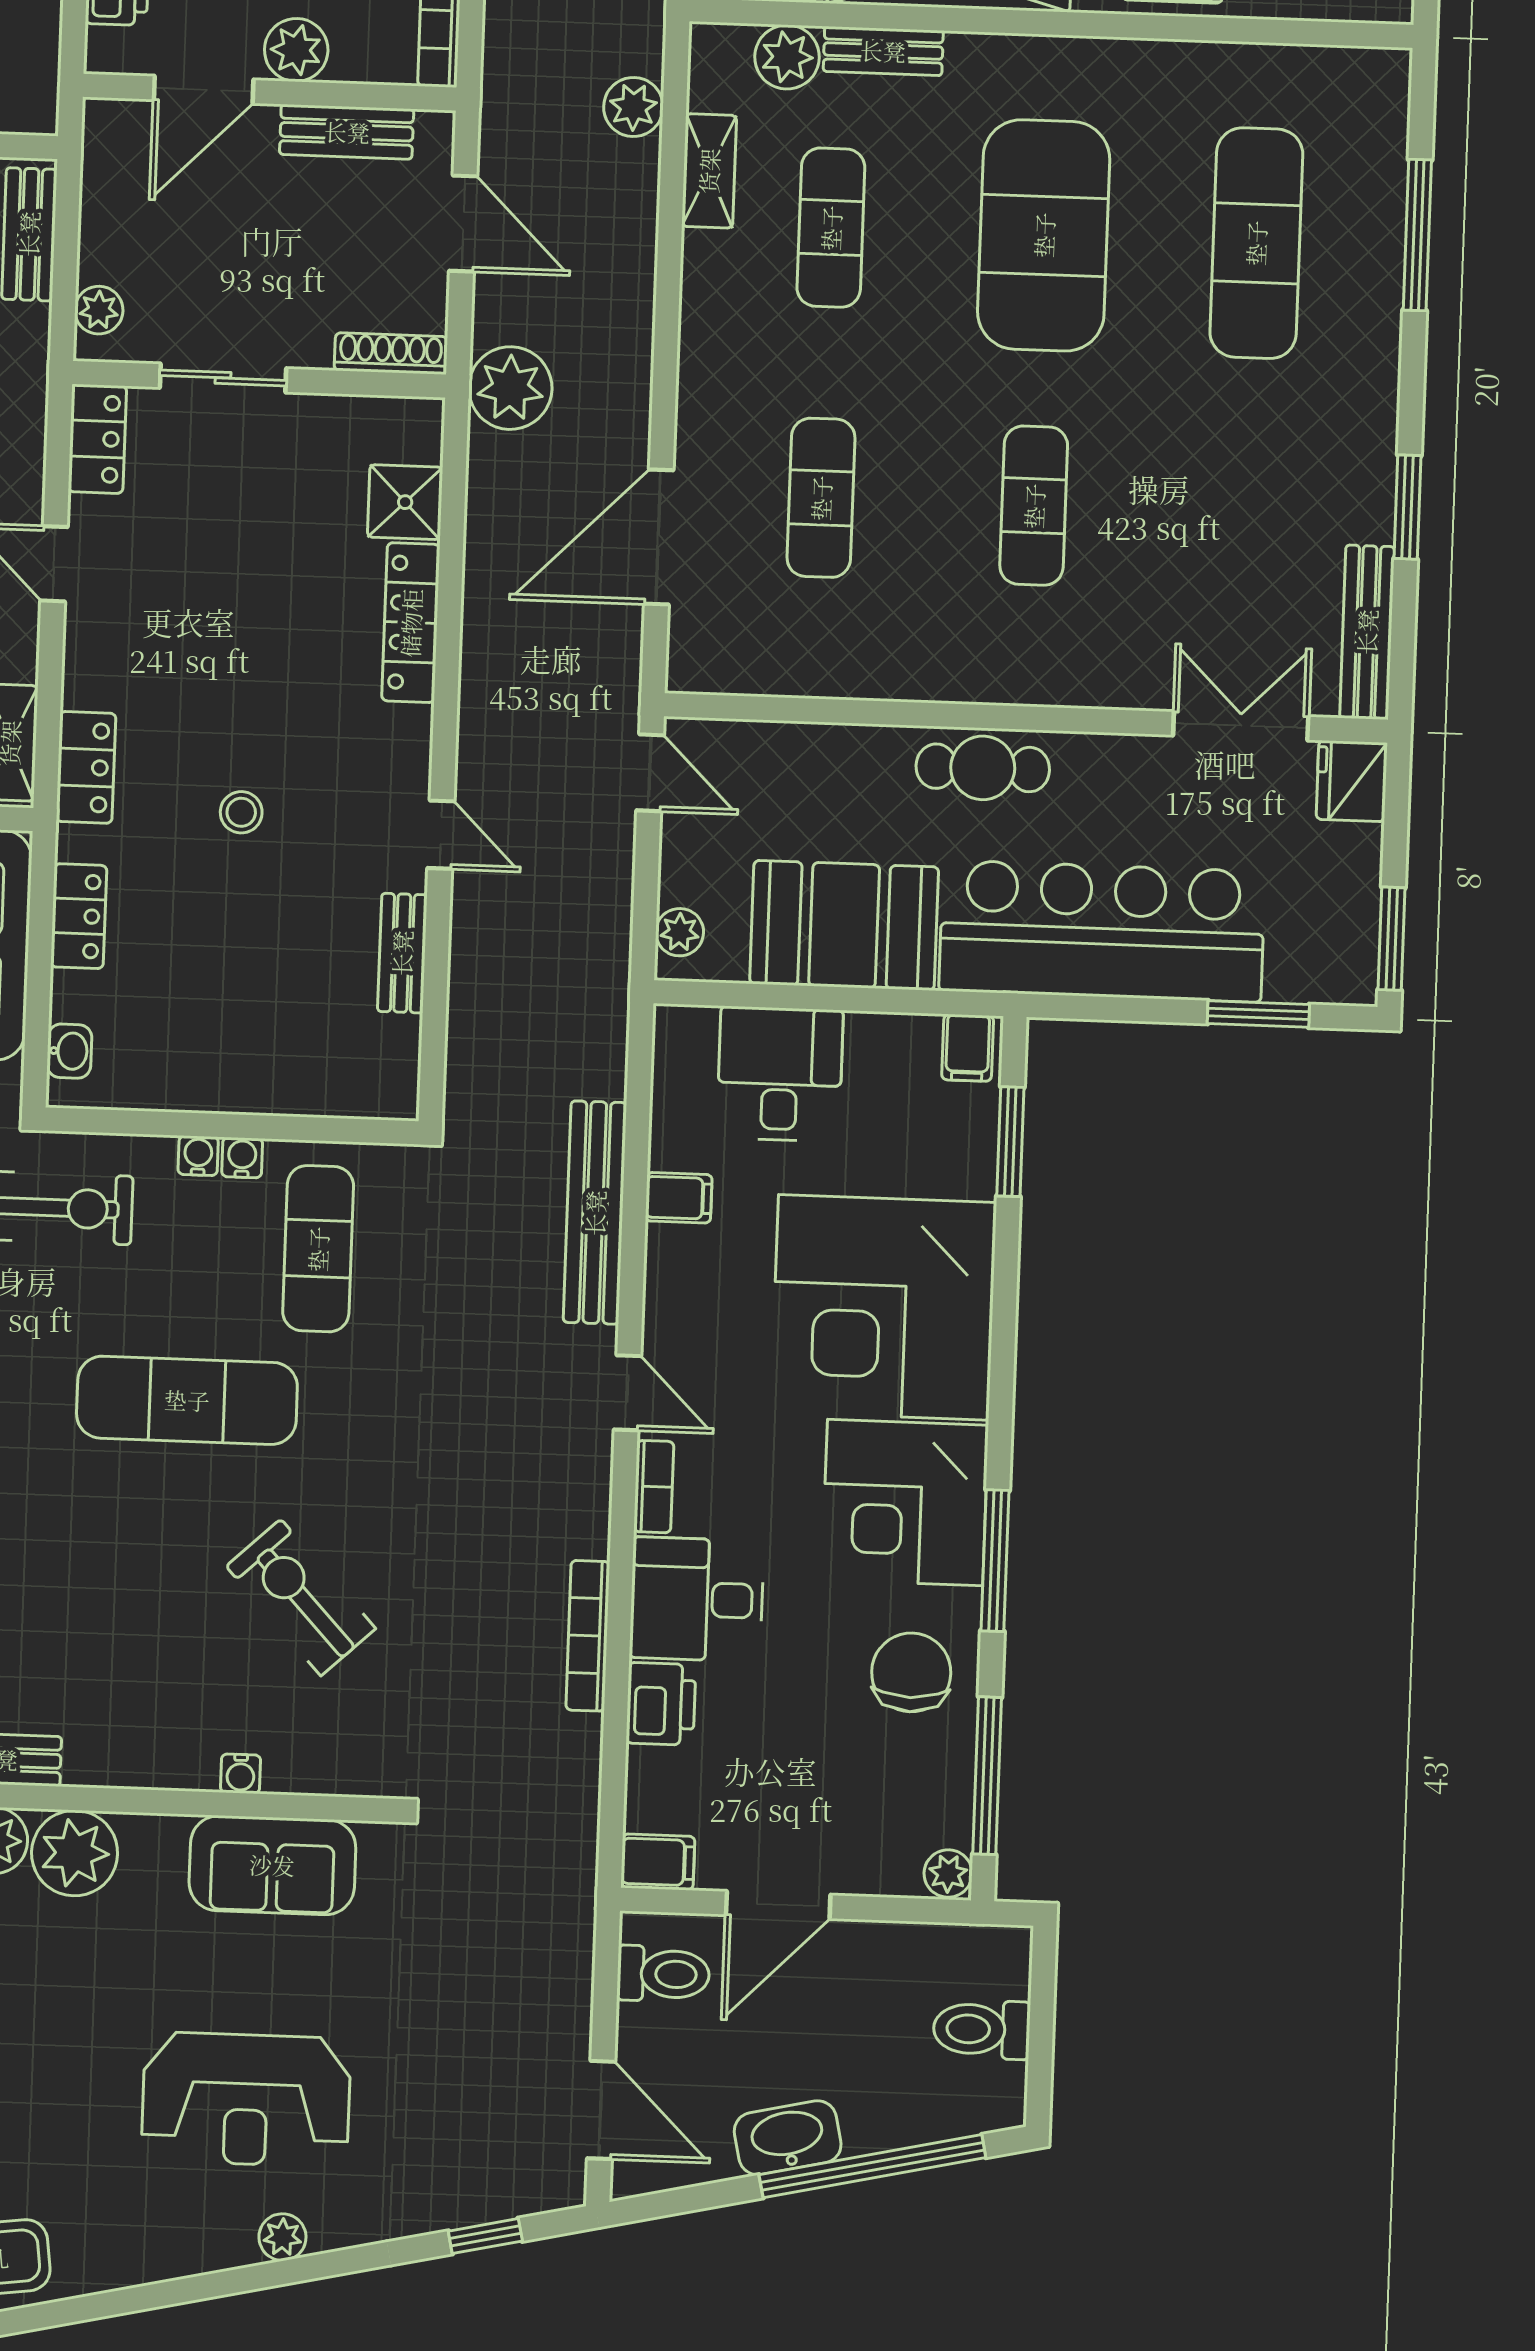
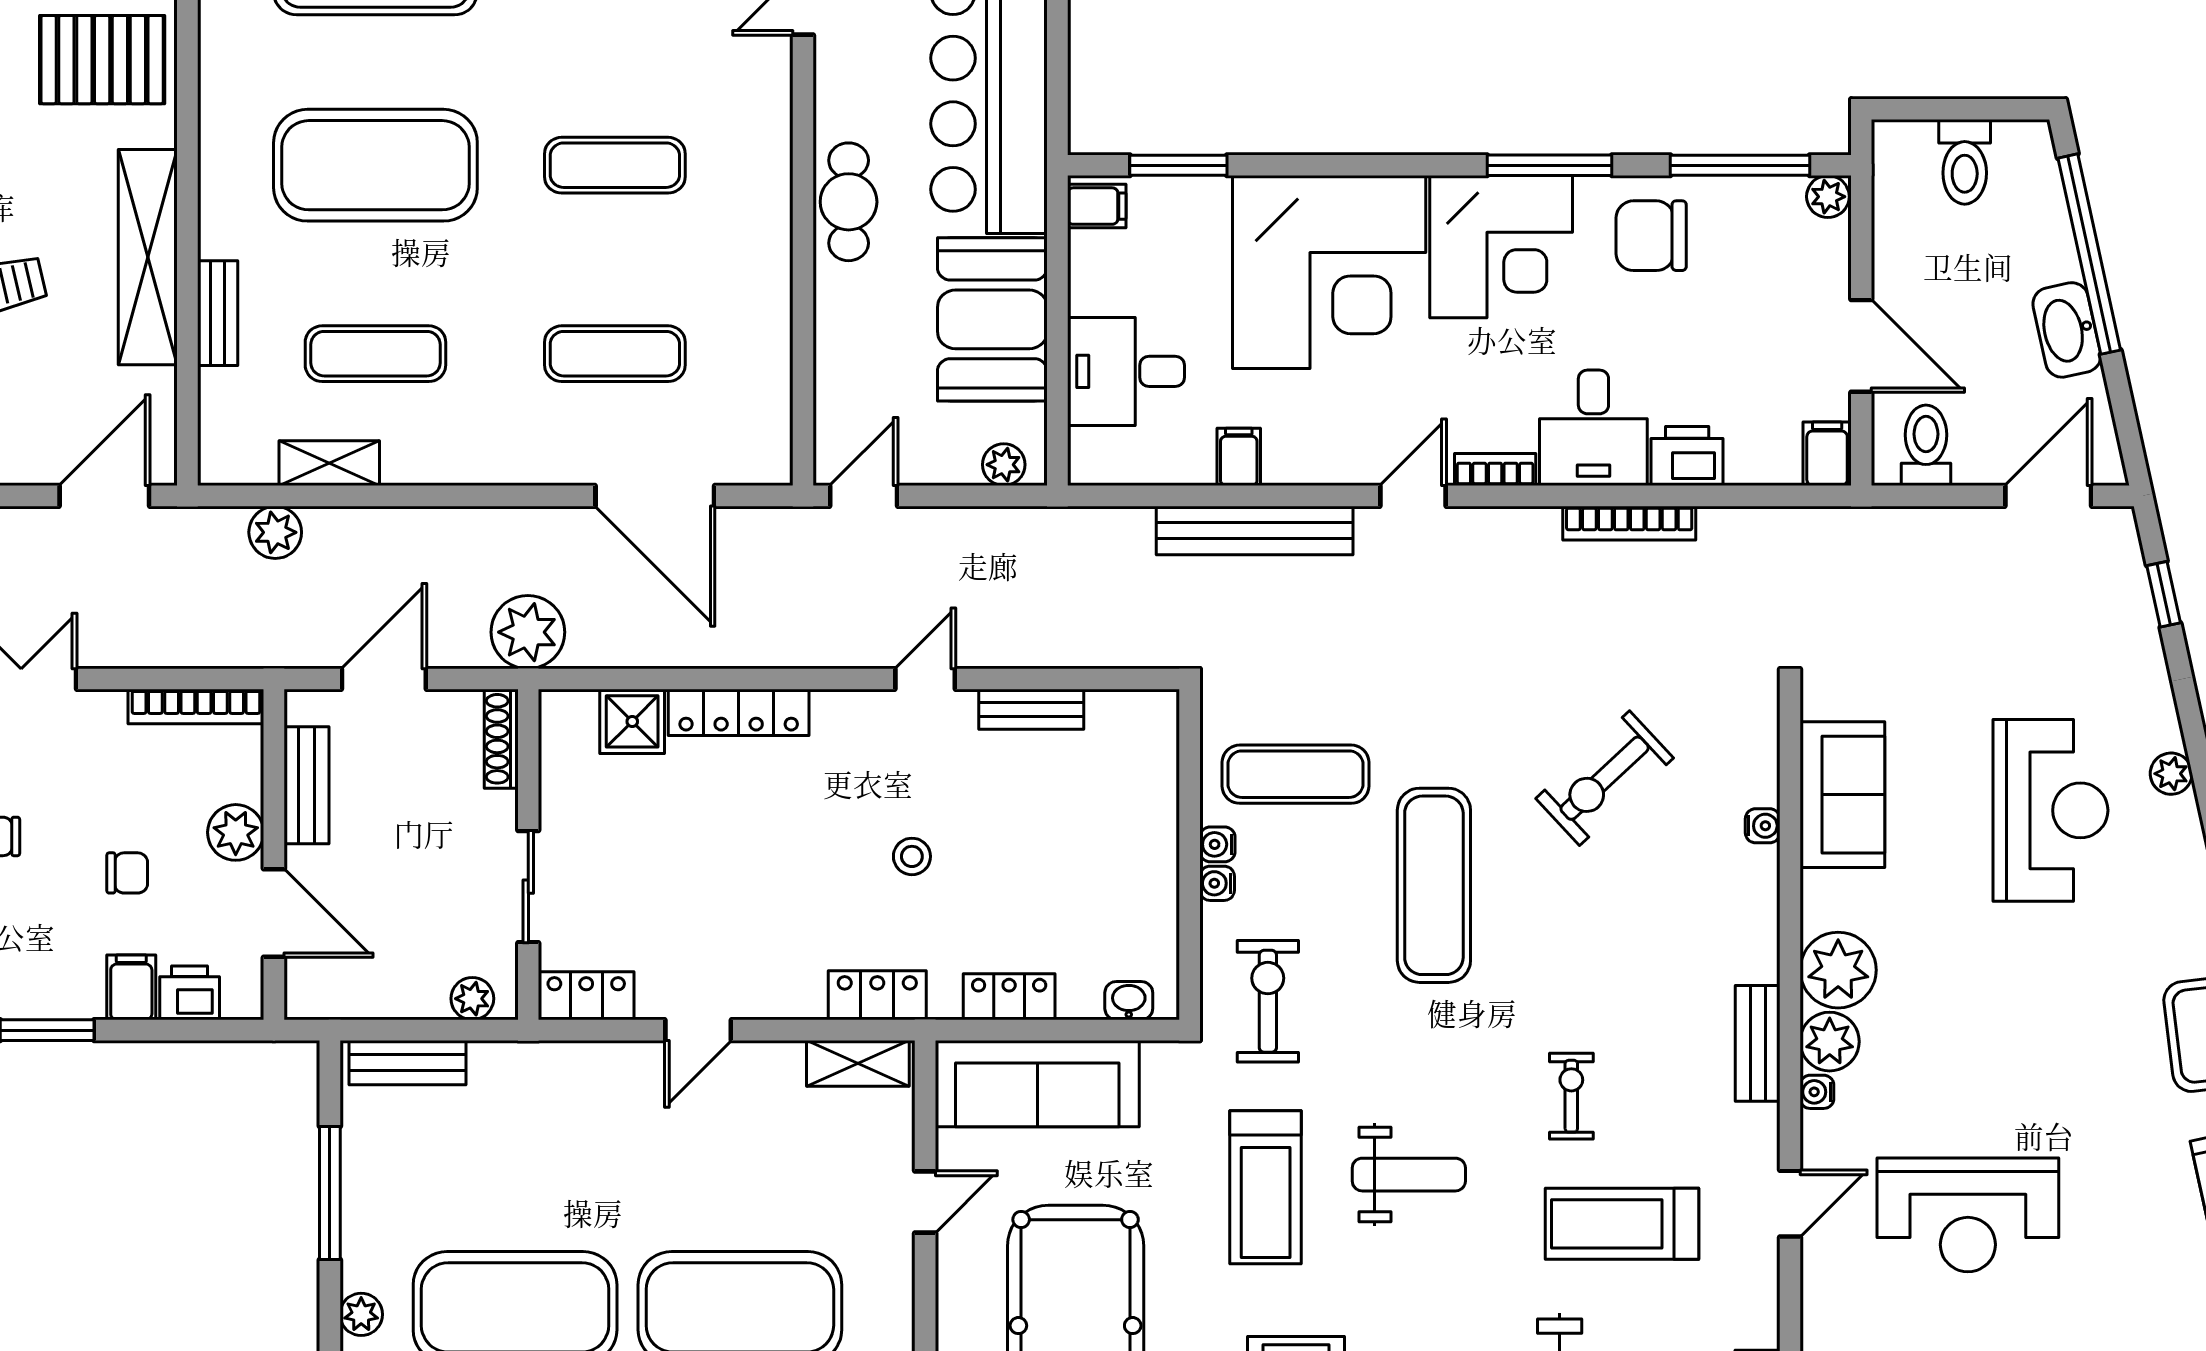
plant: (787, 57) -> (226, 398), removed

